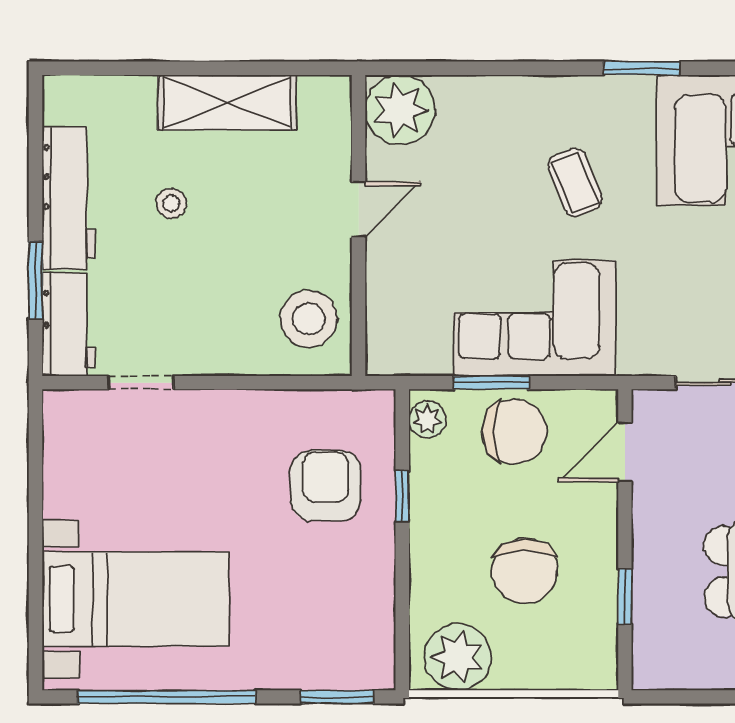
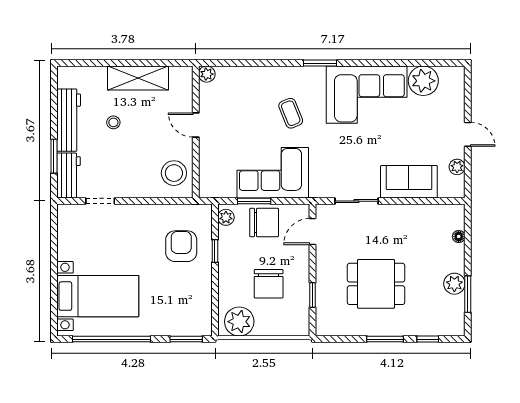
plant: (400, 110) -> (207, 74), width x0.53, depth x0.53
door: (359, 209) -> (196, 125), swing flipped

